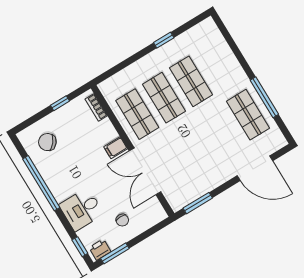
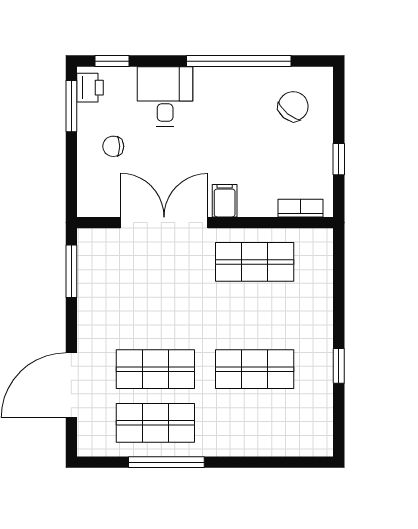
shop shelf: (164, 98) -> (155, 369), moved

